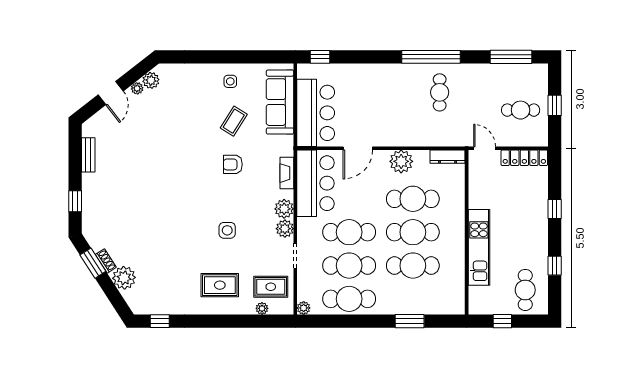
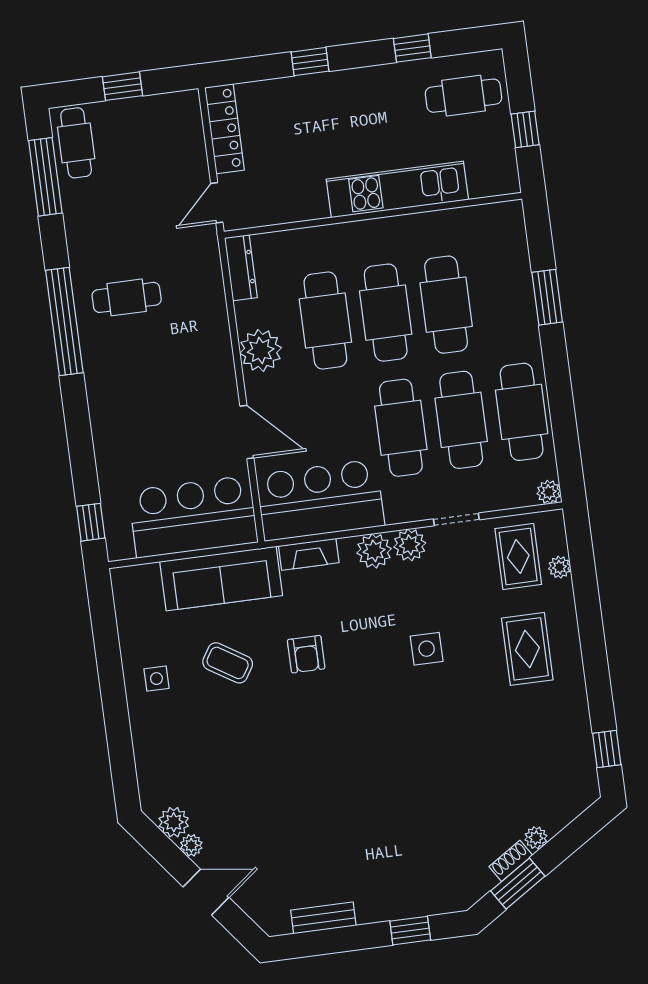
sofa: (280, 102) -> (221, 579), moved
cafe table: (521, 110) -> (76, 143), moved
plant: (124, 278) -> (536, 838), width x0.53, depth x0.53

